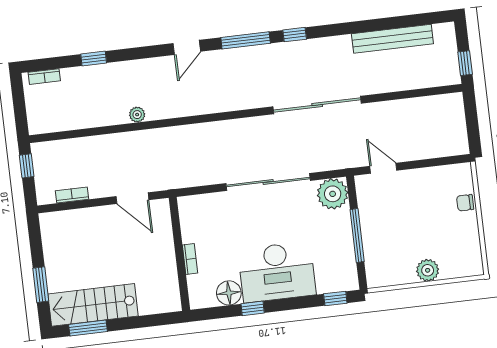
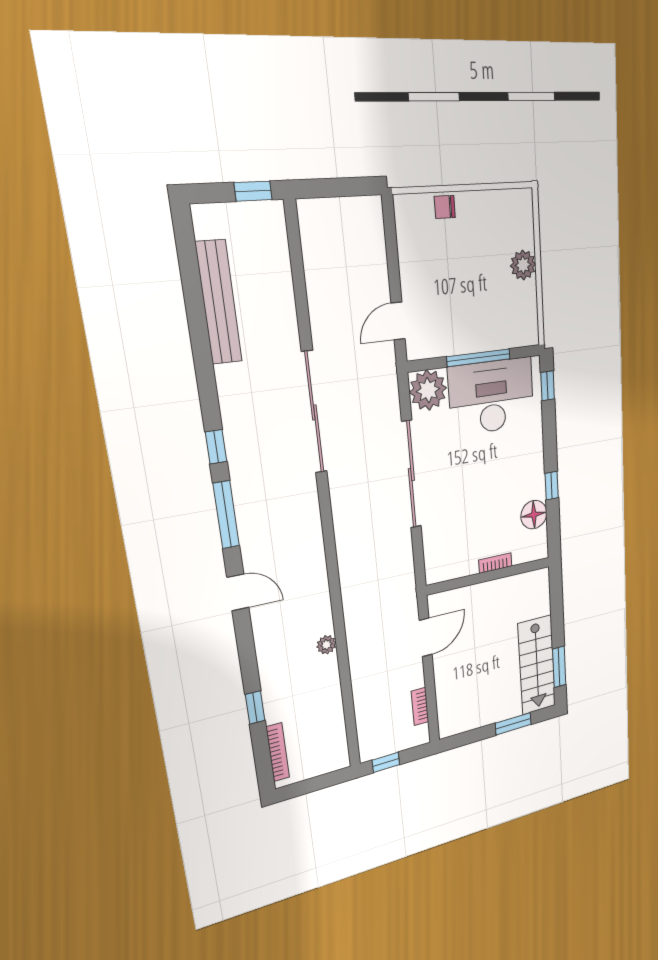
bookcase: (44, 77) -> (278, 752), width x1.56
chair: (465, 203) -> (445, 207), turned 90
desk: (277, 272) -> (492, 397), moved, turned -90

